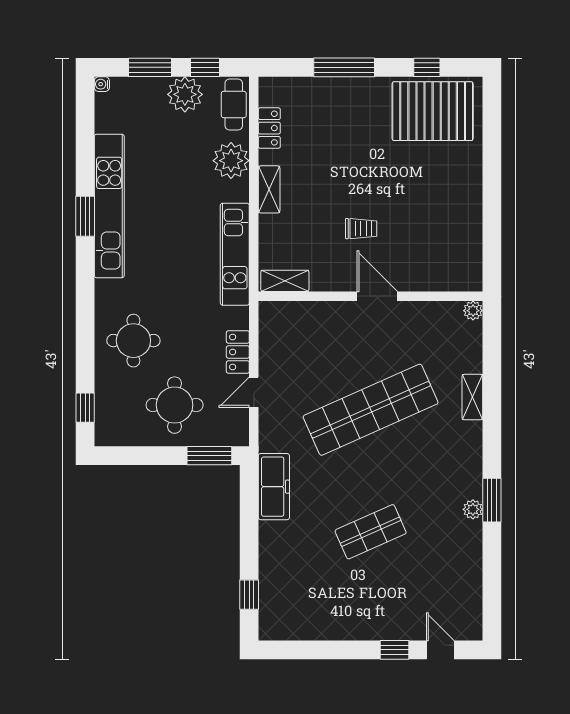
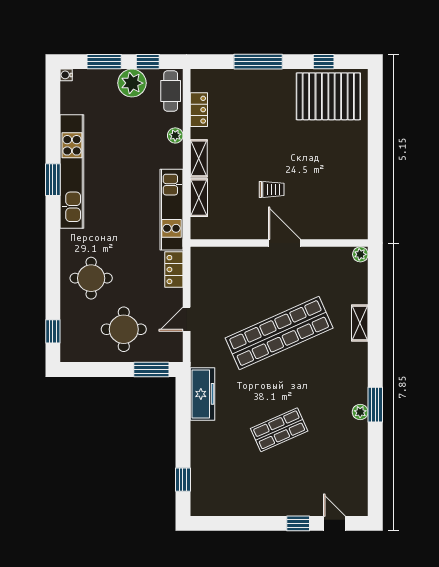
plant: (231, 161) -> (175, 135), width x0.53, depth x0.53
shelving: (285, 281) -> (199, 198), moved, turned 90
locker: (238, 352) -> (174, 270), moved

